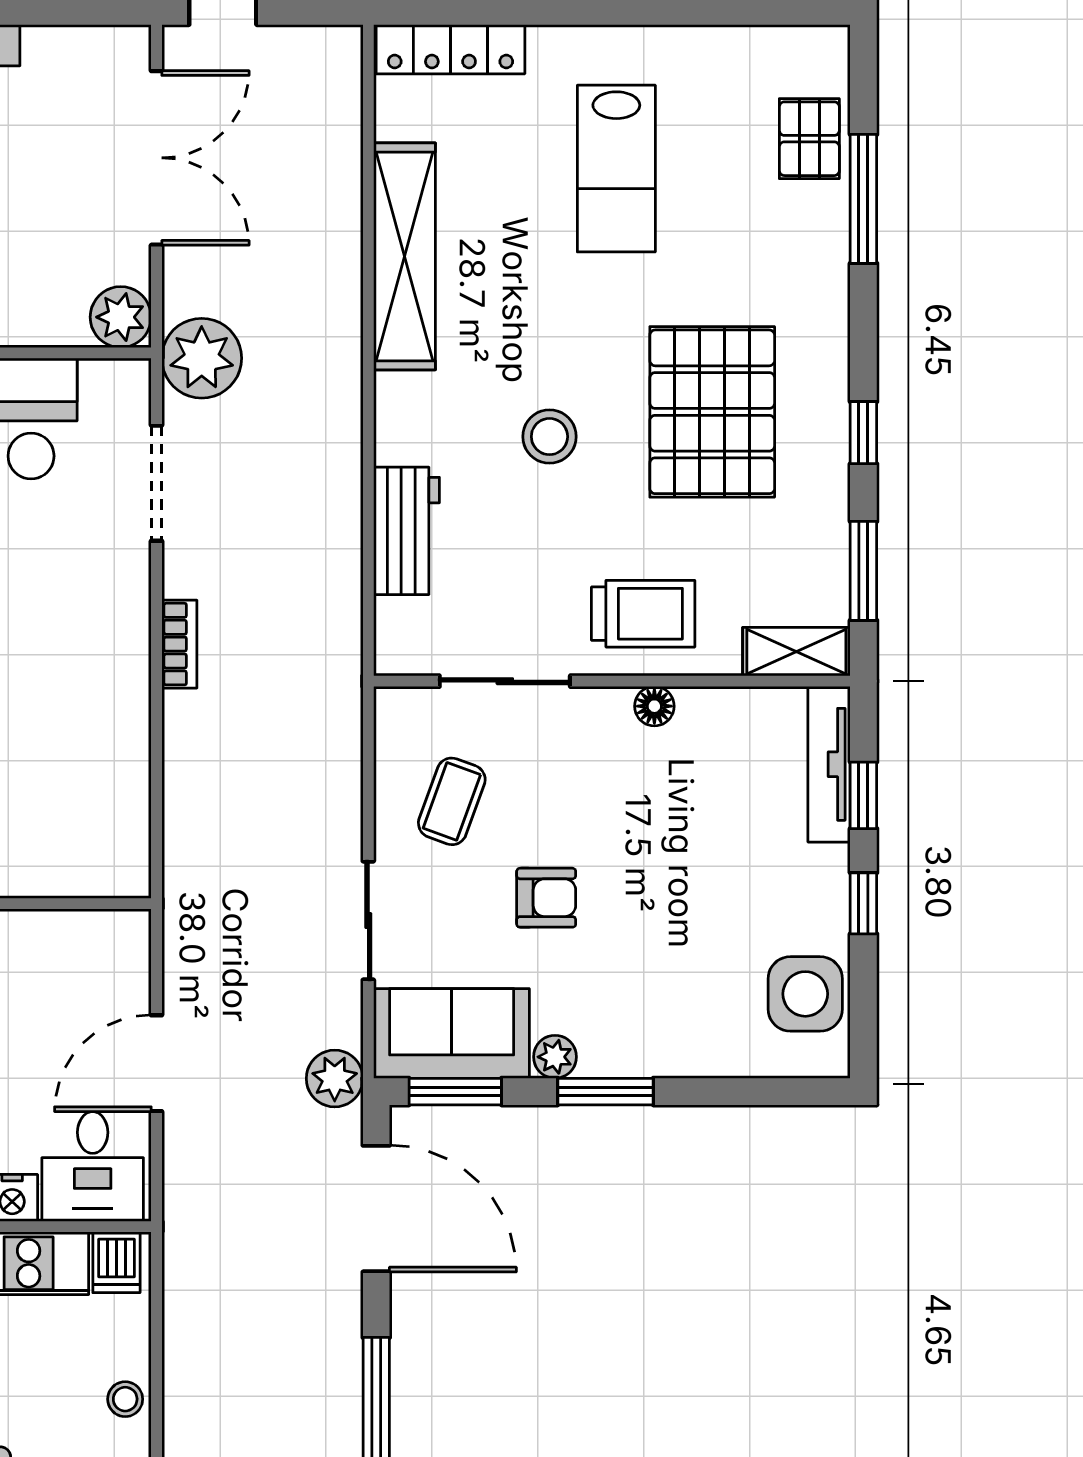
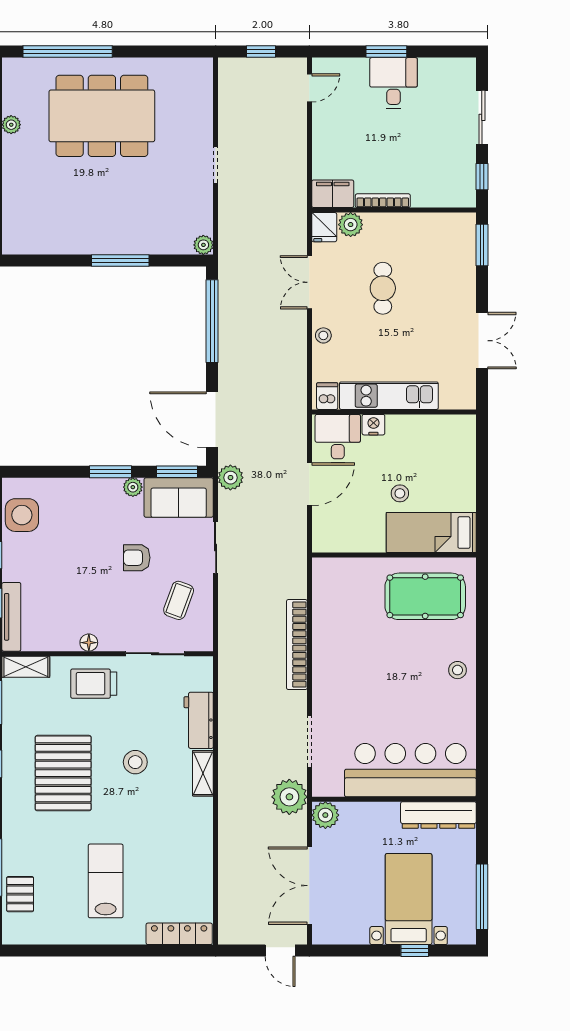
shelving: (405, 256) -> (203, 773), moved, width x0.45, depth x0.75
bookcase: (179, 644) -> (297, 645), width x2.31, depth x1.31

